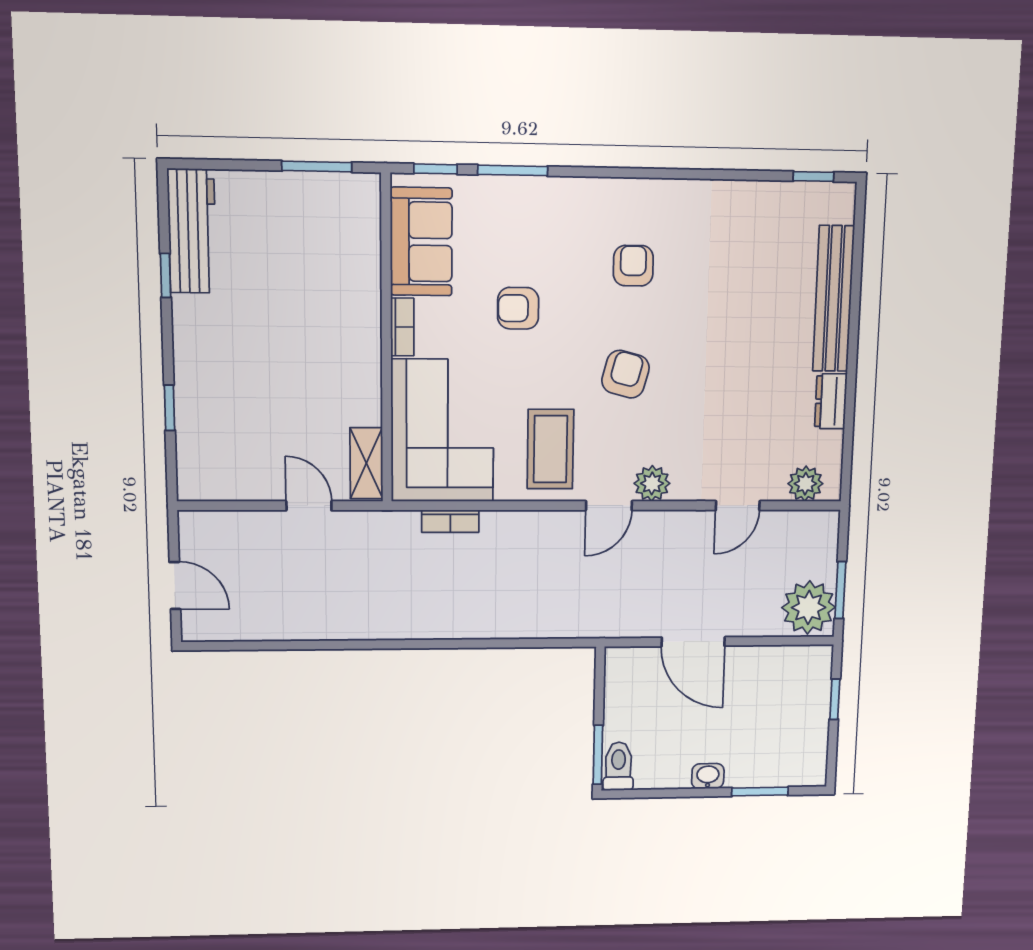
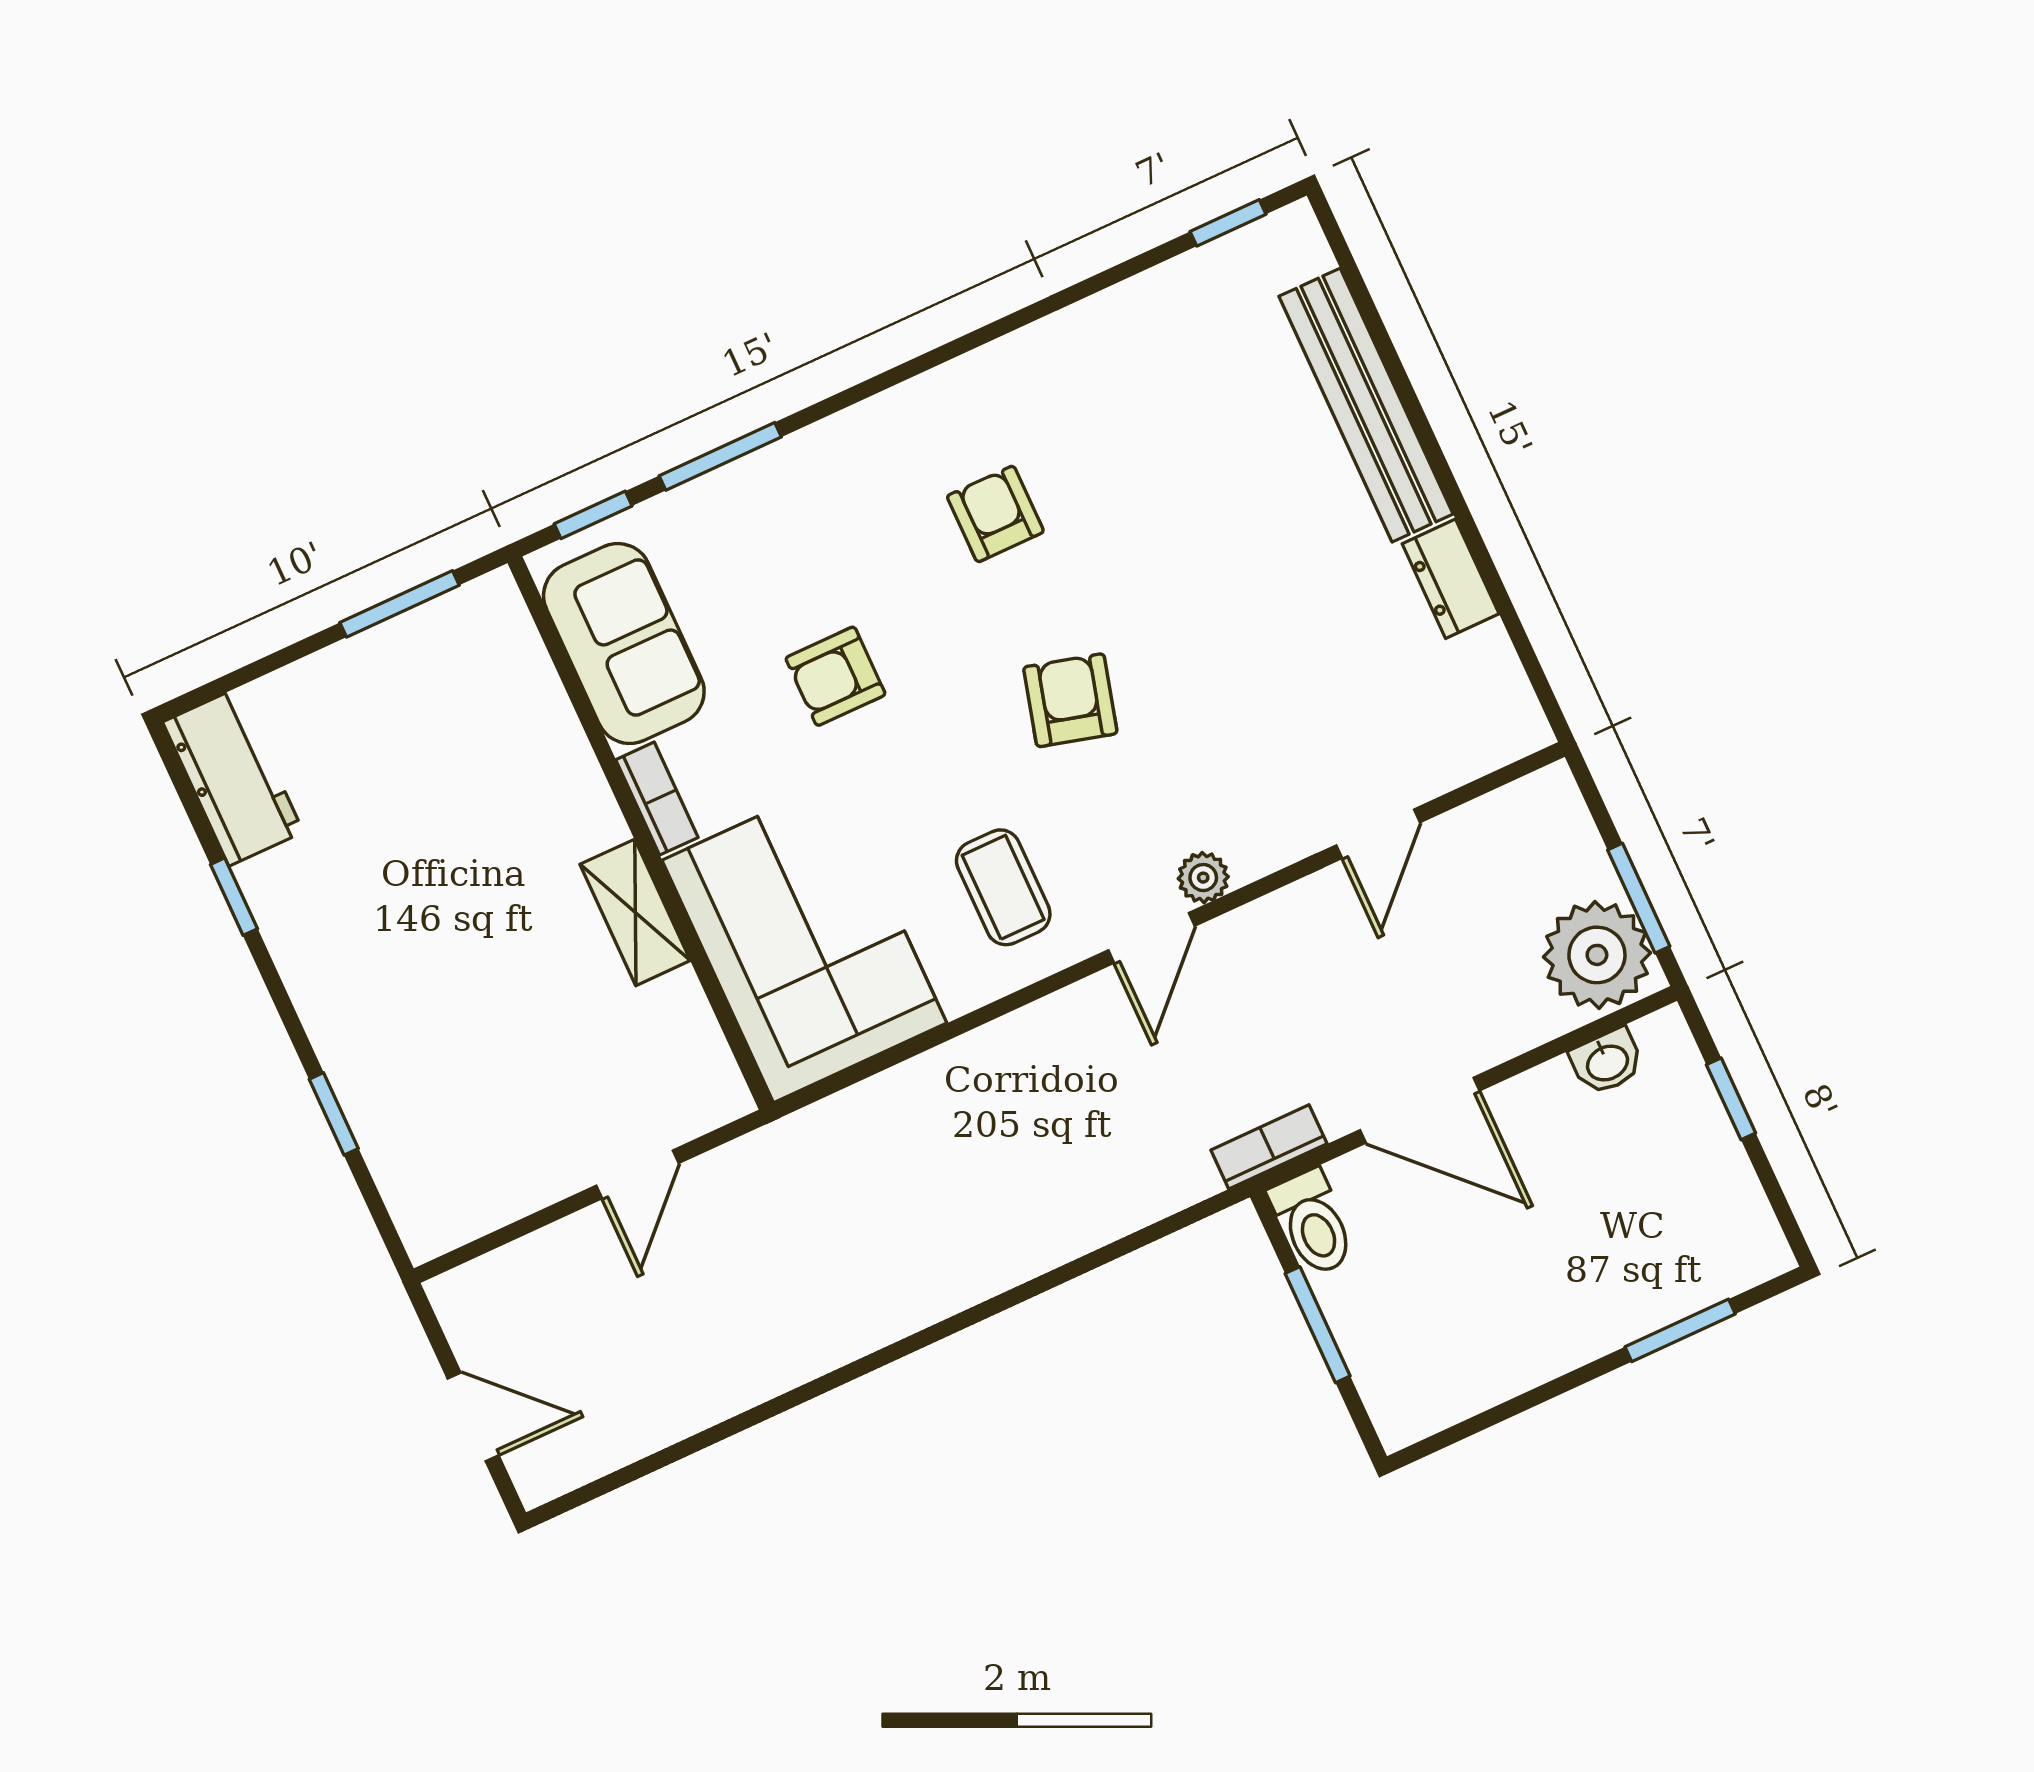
workbench: (192, 231) -> (233, 777), width x0.73
coffee table: (550, 449) -> (1003, 887), width x0.73, depth x0.77
shelving: (366, 463) -> (635, 912), moved
plant: (652, 483) -> (1203, 878), width x0.73, depth x0.73
plant: (805, 484) -> (1479, 741), removed
door: (309, 506) -> (637, 1174), swing flipped
bookcase: (450, 521) -> (1269, 1147), moved, turned 180
window: (598, 755) -> (1318, 1325), moved
toilet: (618, 766) -> (1313, 1223), moved, turned 180
washbasin: (708, 776) -> (1607, 1062), moved, turned 180

